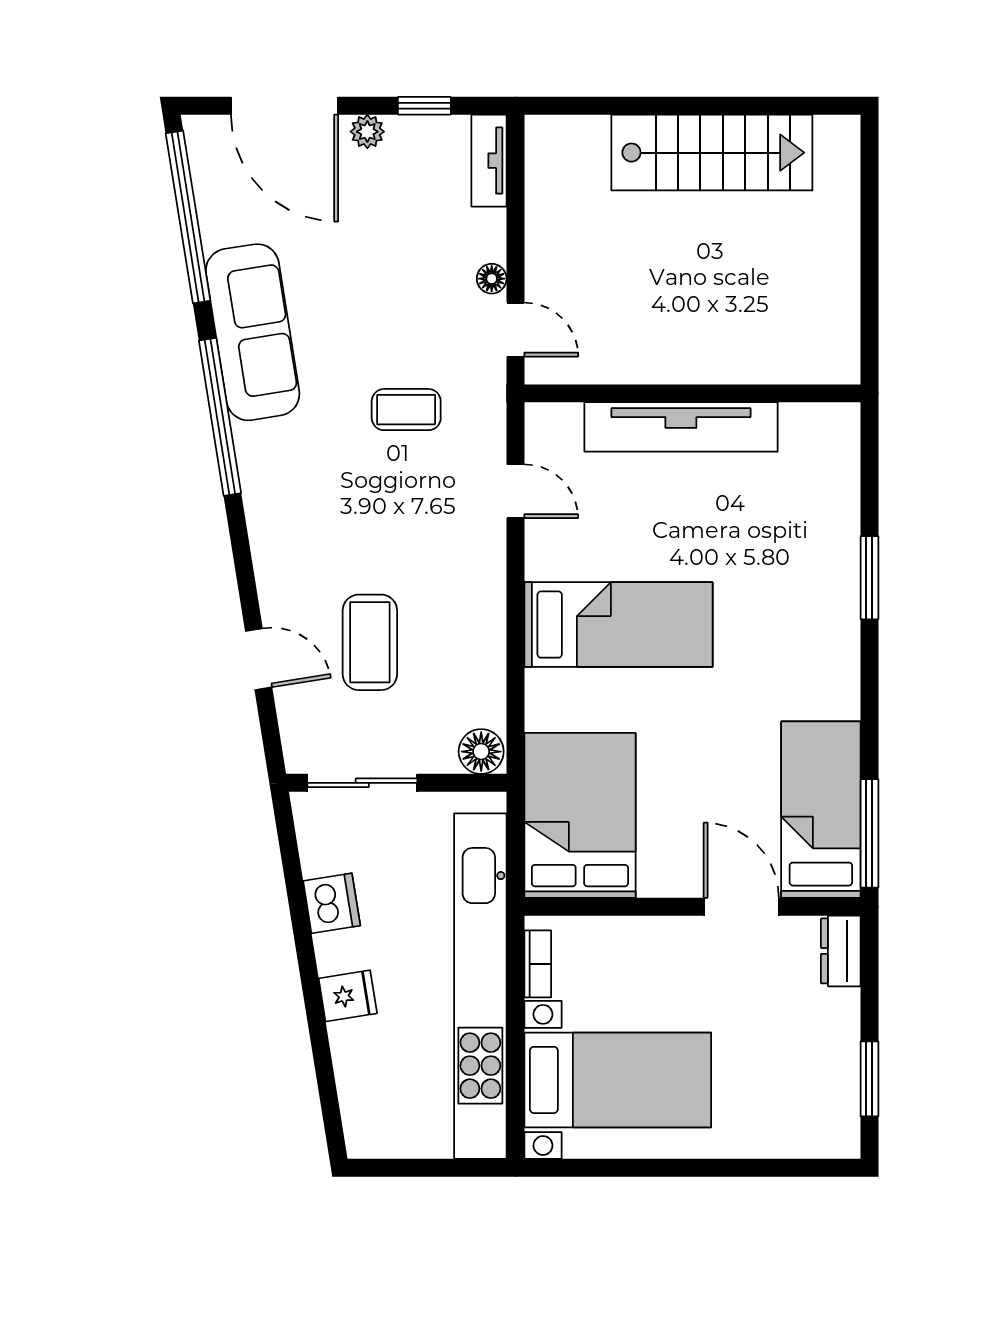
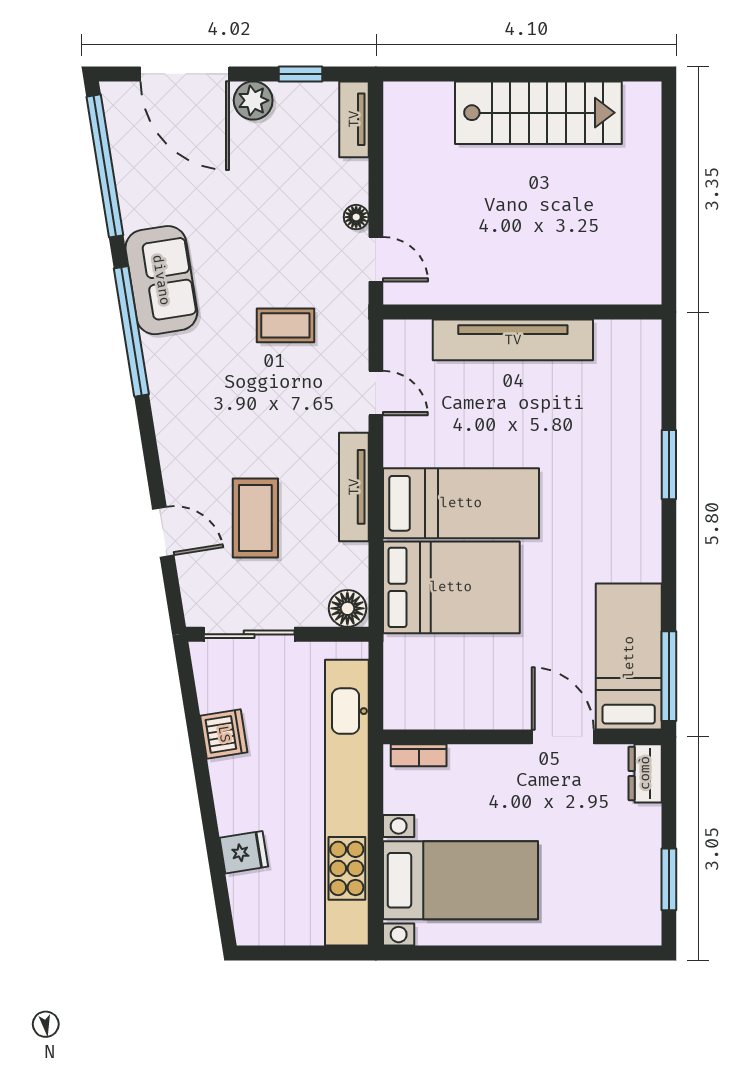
plant: (367, 132) -> (253, 100), width x1.38, depth x1.38
sofa: (253, 332) -> (161, 280), width x0.73
tv unit: (489, 605) -> (354, 487), added
bed: (580, 815) -> (451, 587), moved, turned 90
bookcase: (538, 964) -> (419, 755), moved, turned 90
fridge: (348, 996) -> (244, 852), moved

